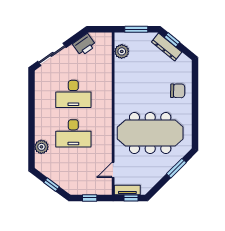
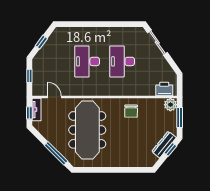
printer: (84, 45) -> (164, 89), moved, turned 125
plant: (122, 51) -> (170, 105), moved
chair: (178, 91) -> (131, 111), moved
plant: (41, 147) -> (75, 33), removed
window: (176, 168) -> (56, 153), width x1.44

